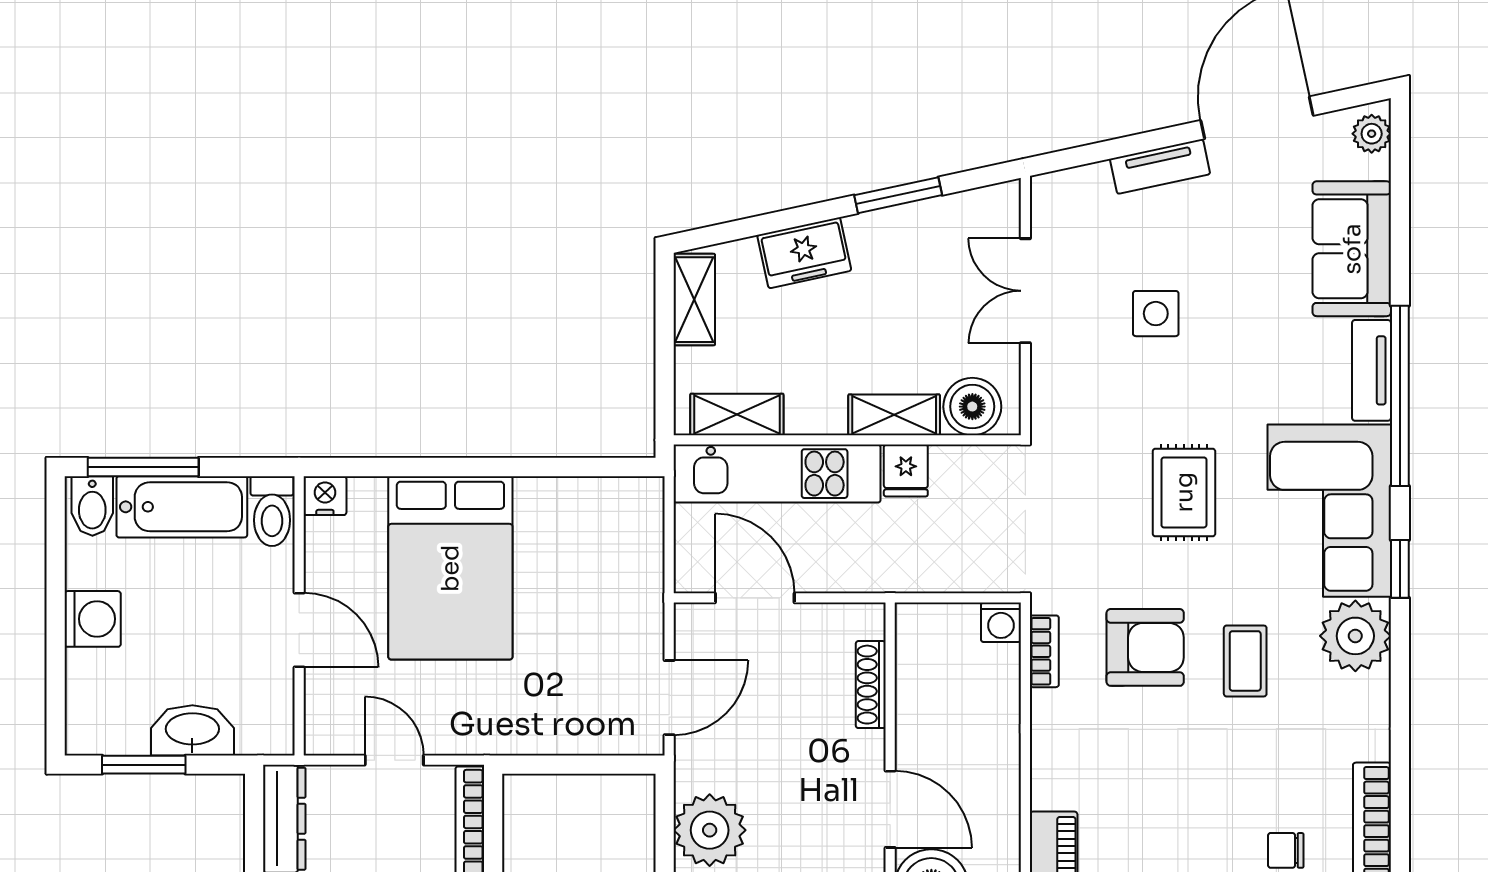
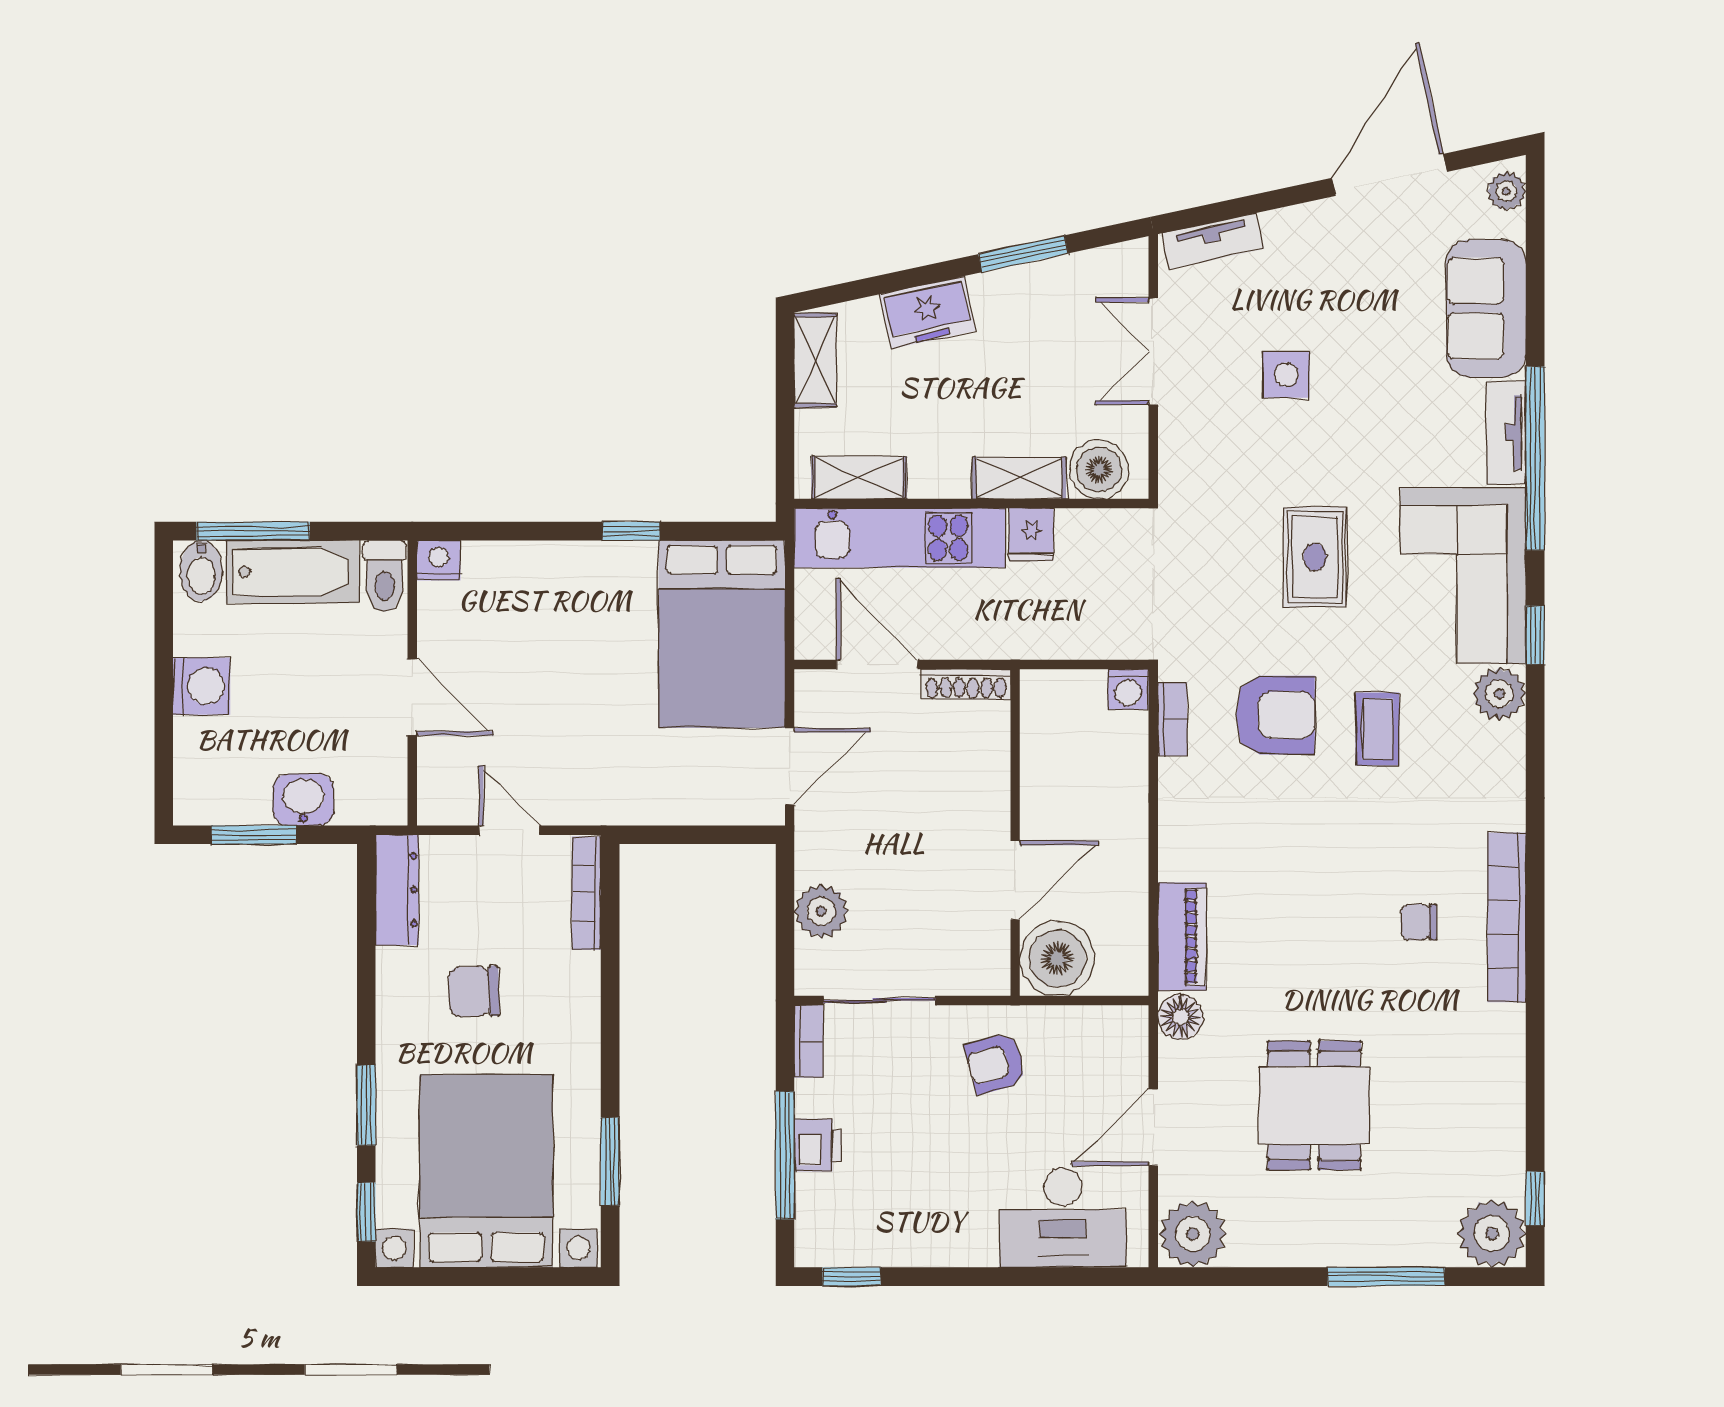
tv unit: (1160, 166) -> (1213, 241), moved
window: (514, 467) -> (631, 531), added
bed: (450, 568) -> (722, 634), moved
plant: (1355, 636) -> (1499, 694), width x0.73, depth x0.73
shoe rack: (871, 685) -> (966, 684), moved, turned -90
washbasin: (192, 730) -> (303, 800), width x0.72
door: (890, 809) -> (1015, 880), hinge flipped
plant: (710, 830) -> (821, 911), width x0.73, depth x0.73

